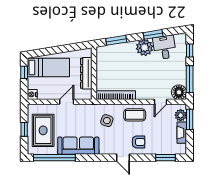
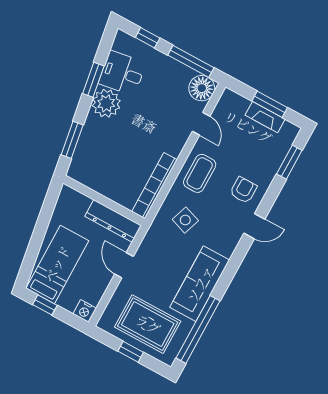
dresser: (86, 73) -> (113, 221), moved
plant: (181, 115) -> (238, 105), removed
window: (190, 119) -> (270, 104), moved

